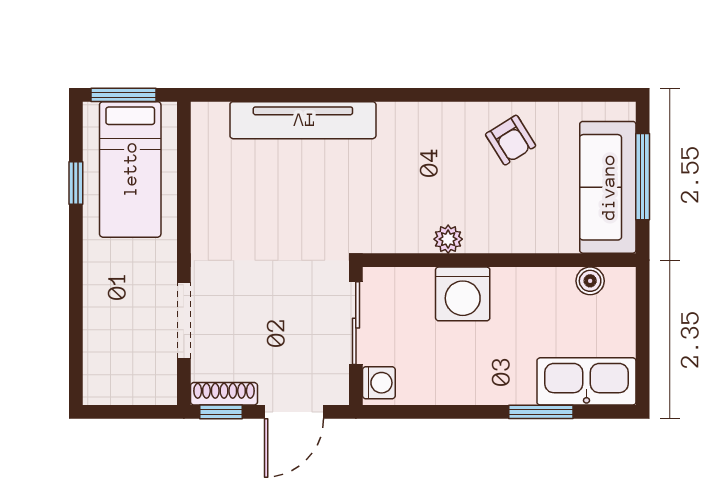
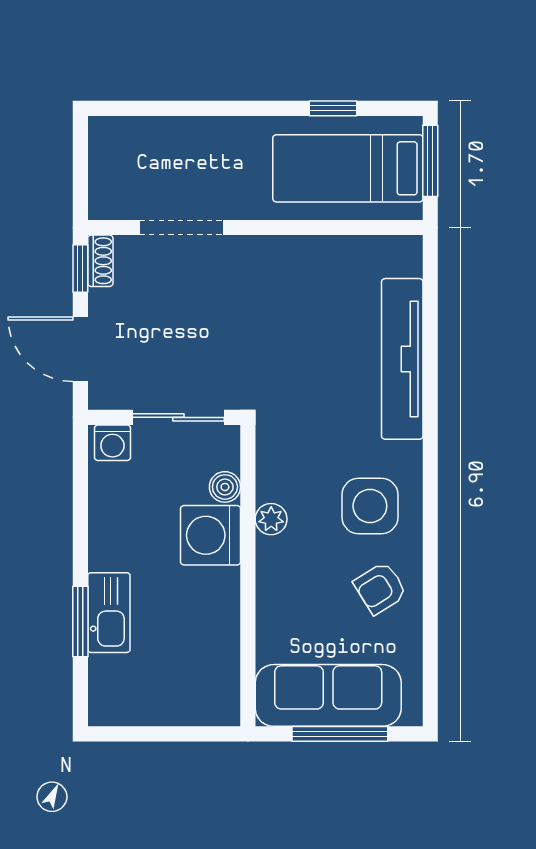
side table: (436, 149) -> (370, 506), added
boiler: (590, 281) -> (225, 487), moved
kitchen sink: (586, 381) -> (109, 613), moved, width x0.73, depth x0.81
shoe rack: (224, 394) -> (100, 261), width x0.70

